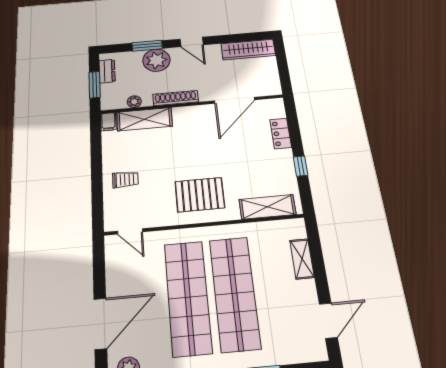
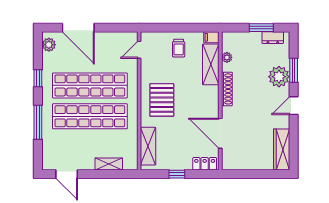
shoe rack: (176, 98) -> (227, 89), moved
door: (235, 100) -> (220, 133), moved
plant: (134, 102) -> (227, 57), moved
wall: (192, 104) -> (220, 101), moved
shelving: (144, 119) -> (211, 64), moved
filing cabinet: (108, 122) -> (211, 37), moved

